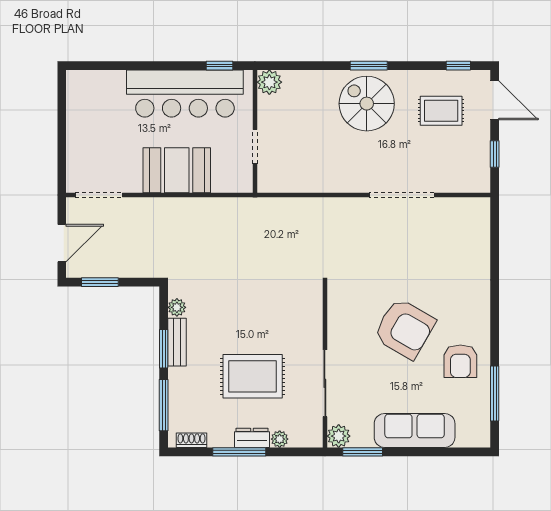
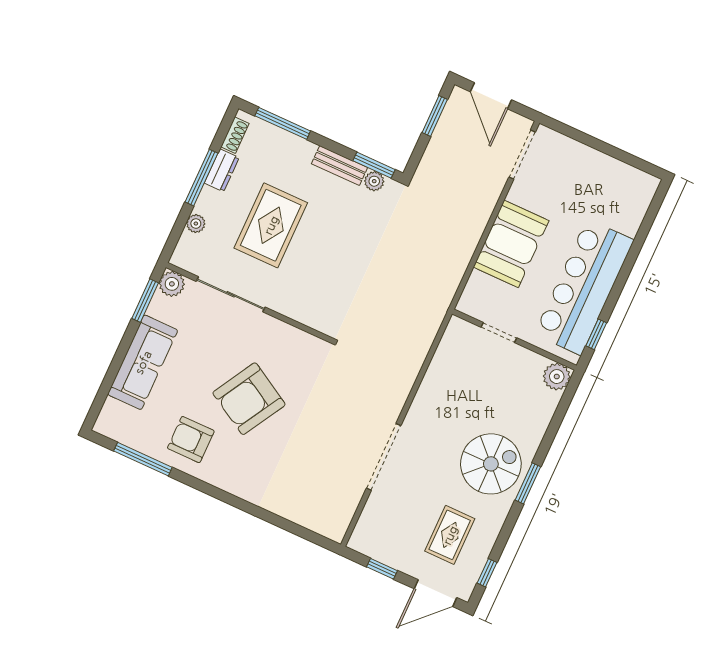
window: (164, 349) -> (374, 165), moved
dresser: (252, 438) -> (222, 170), moved

